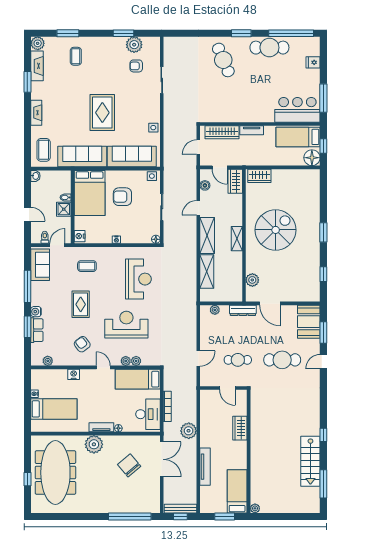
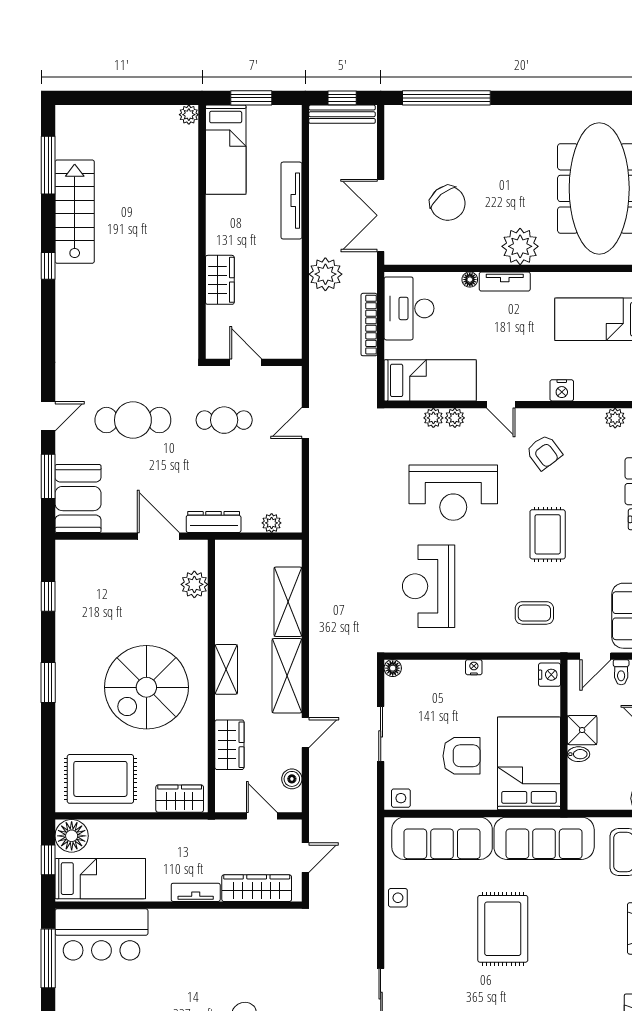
wardrobe: (235, 181) -> (229, 745), moved
rug: (298, 185) -> (100, 779), added

